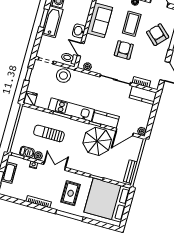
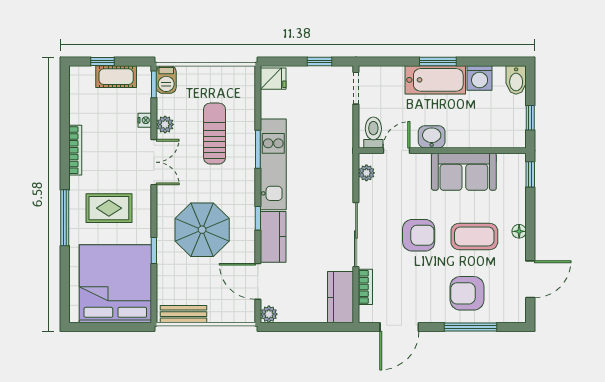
armchair: (158, 35) -> (467, 293), turned -133
stool: (63, 76) -> (336, 131), removed
parasol: (97, 141) -> (202, 230), moved
barbecue: (27, 152) -> (166, 79), moved

